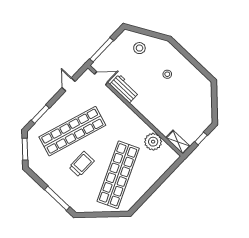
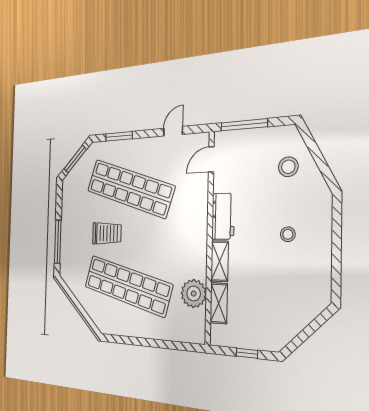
door: (101, 78) -> (211, 159), swing flipped
workbench: (124, 89) -> (223, 216), moved
shelving: (150, 116) -> (220, 261), added
shelving: (178, 142) -> (219, 303), moved
shop shelf: (118, 175) -> (128, 286), turned 39

